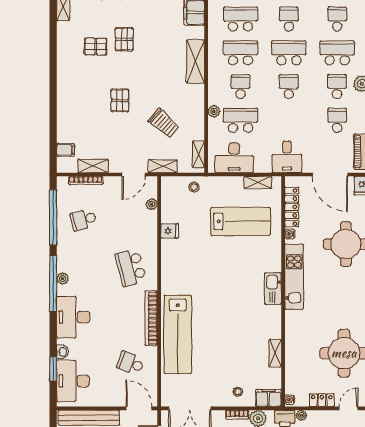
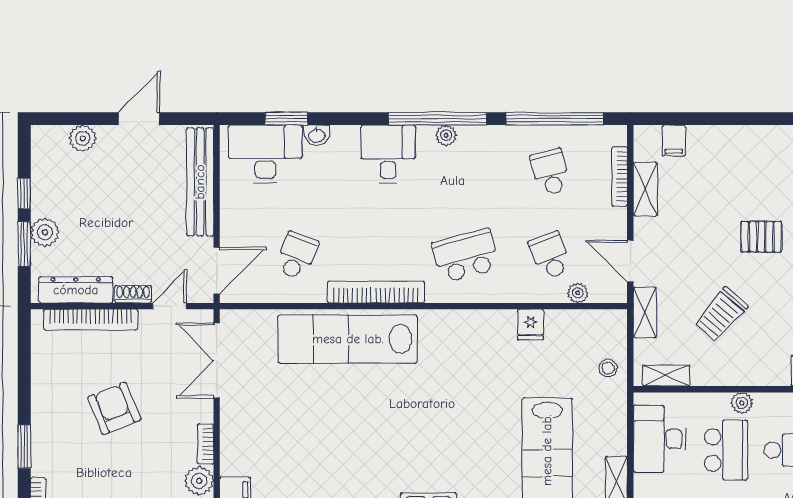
school desk: (131, 220) -> (550, 256), added
desk: (73, 317) -> (388, 154), width x0.73
stool: (238, 392) -> (246, 445), removed

